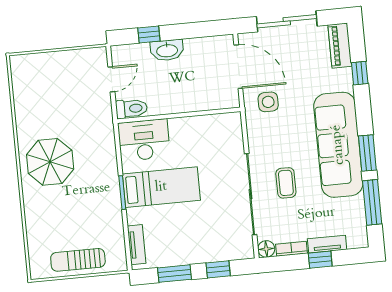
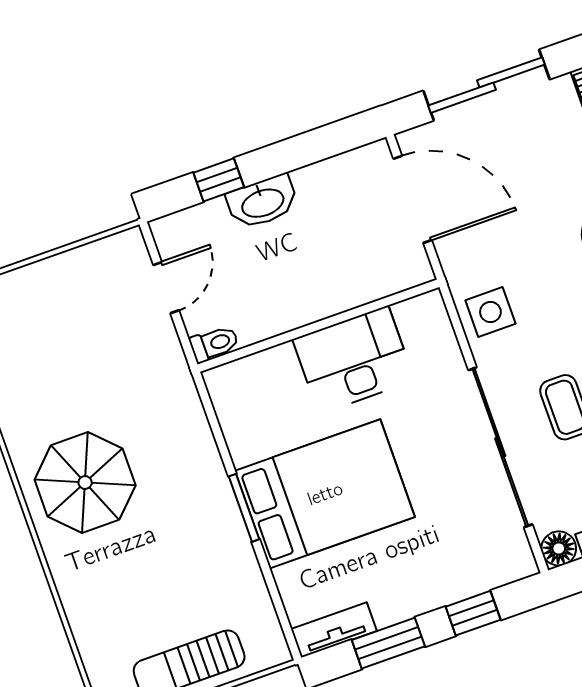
side table: (268, 102) -> (490, 312), moved
toilet: (131, 109) -> (214, 344), width x0.73, depth x0.72
desk: (144, 140) -> (354, 360), moved
bed: (161, 187) -> (325, 494), width x1.50
tv unit: (137, 245) -> (334, 630), moved, turned -90

